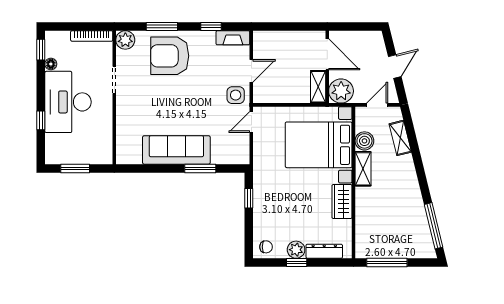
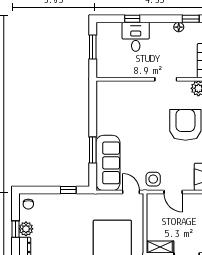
desk: (68, 102) -> (136, 37), width x0.53, depth x0.77
sofa: (176, 150) -> (108, 163), moved

